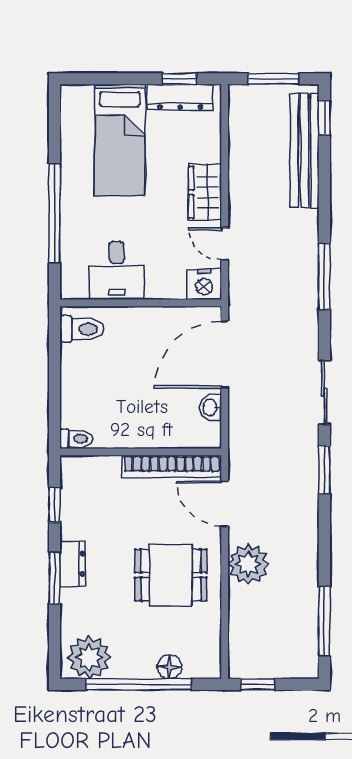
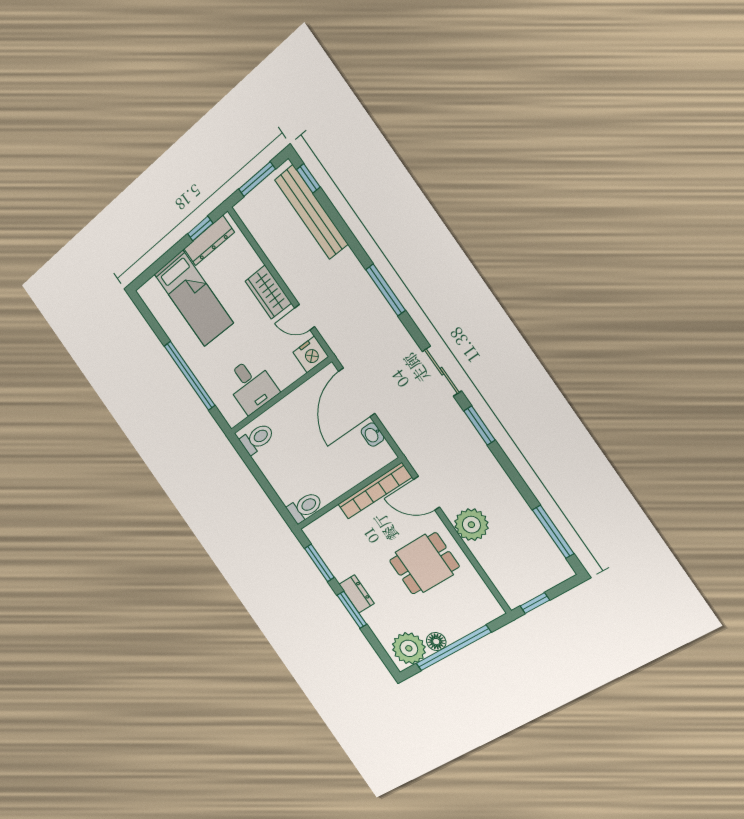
toilet: (76, 439) -> (305, 507), width x1.37, depth x1.39
window: (55, 505) -> (319, 563), width x1.50
floor lamp: (169, 667) -> (436, 642), moved

